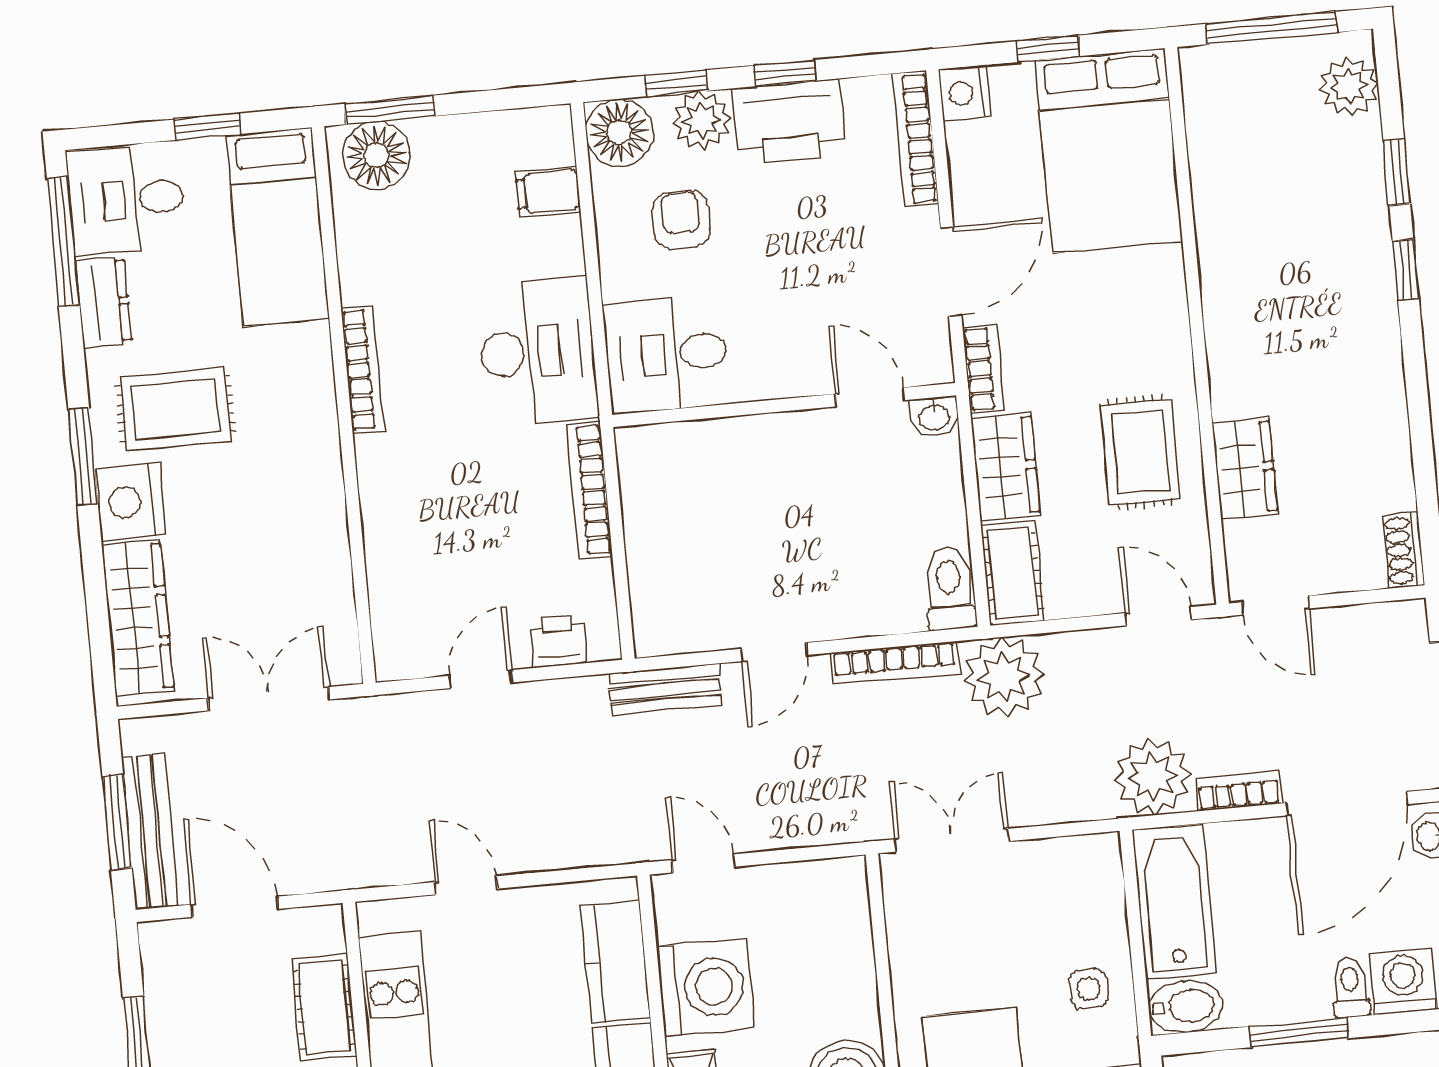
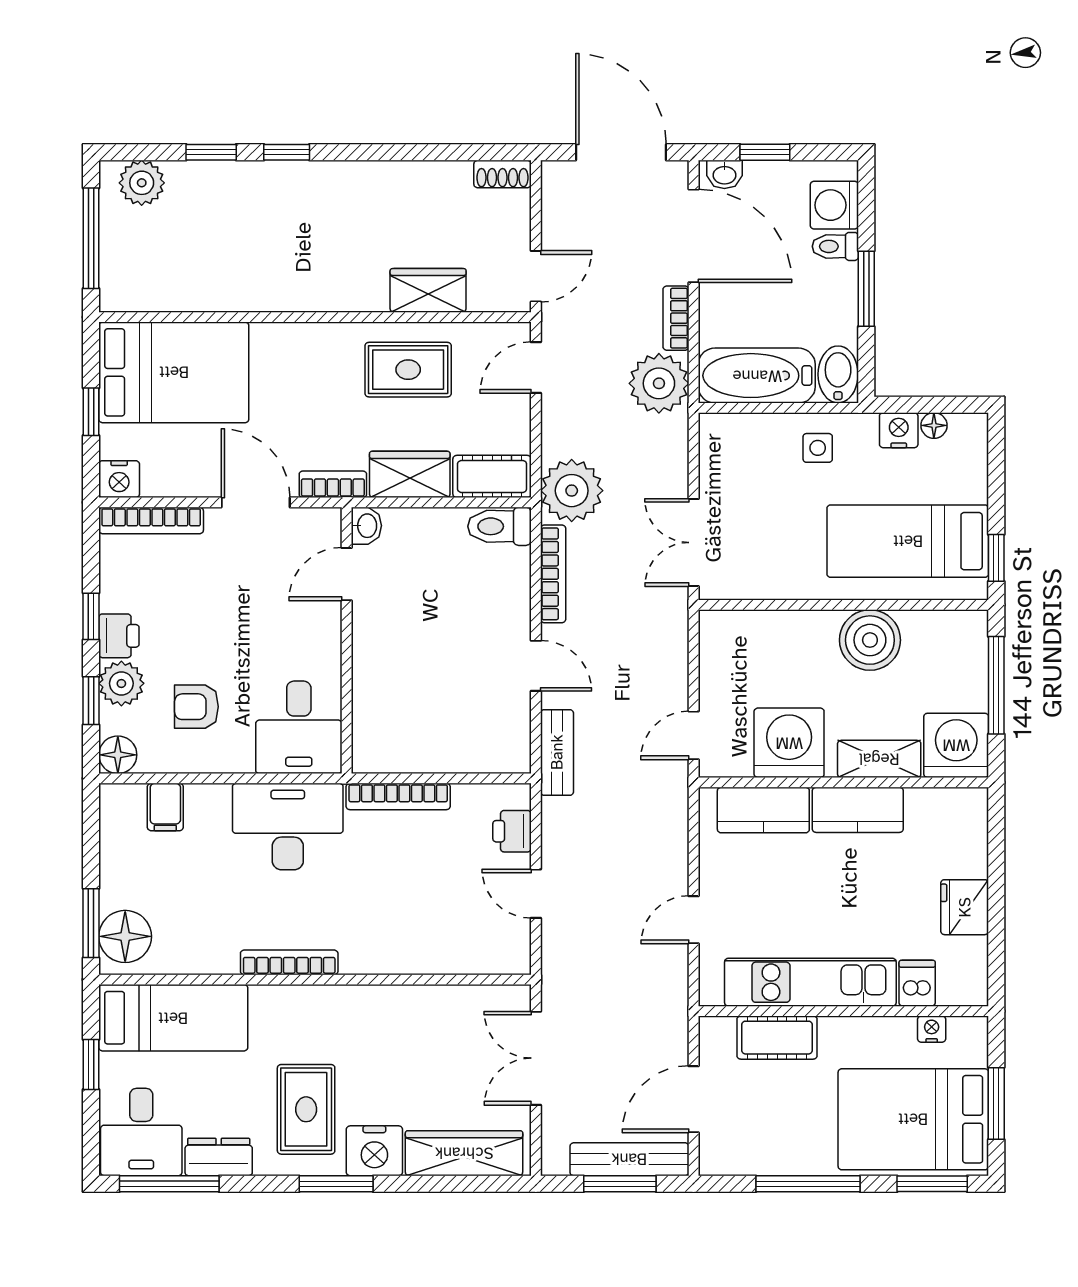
printer: (789, 122) -> (119, 636), width x0.53, depth x0.68
floor lamp: (619, 132) -> (118, 755), width x0.73, depth x0.73

